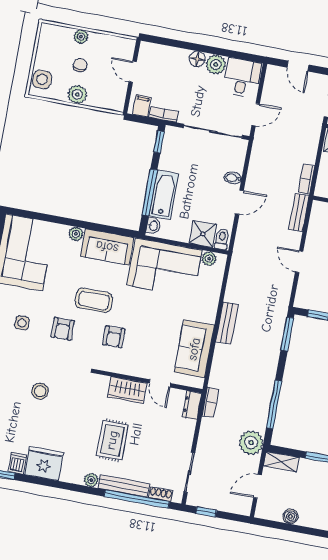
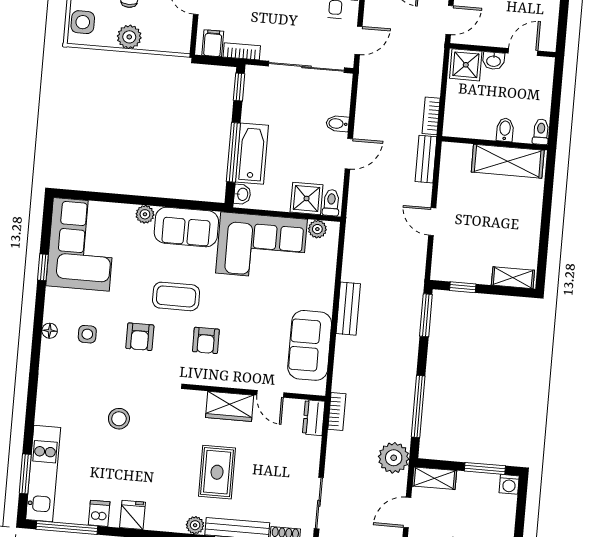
fridge: (44, 463) -> (133, 515), width x0.53, depth x0.75

